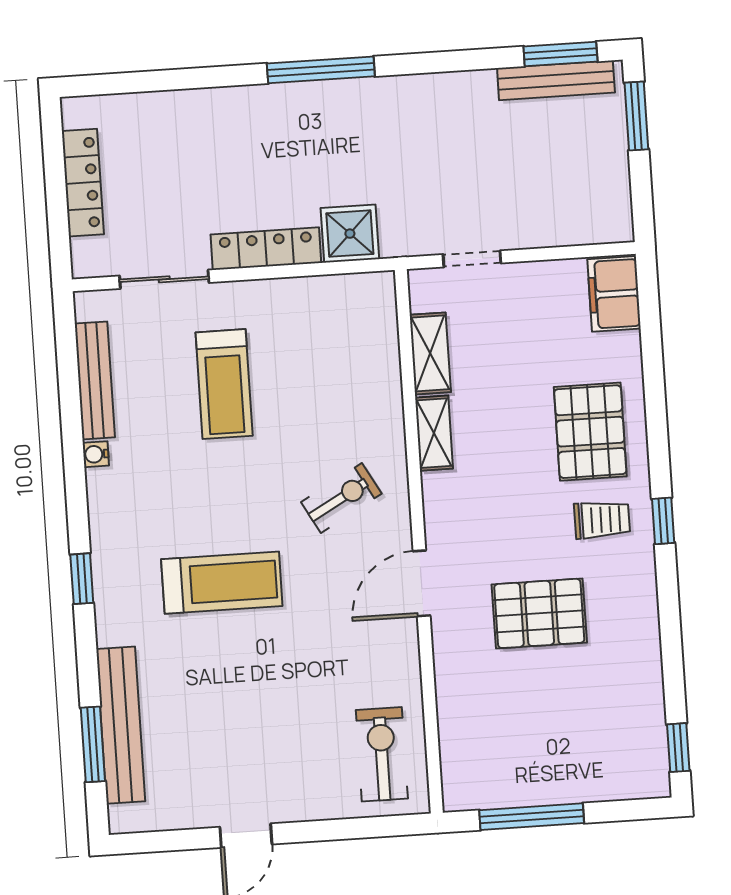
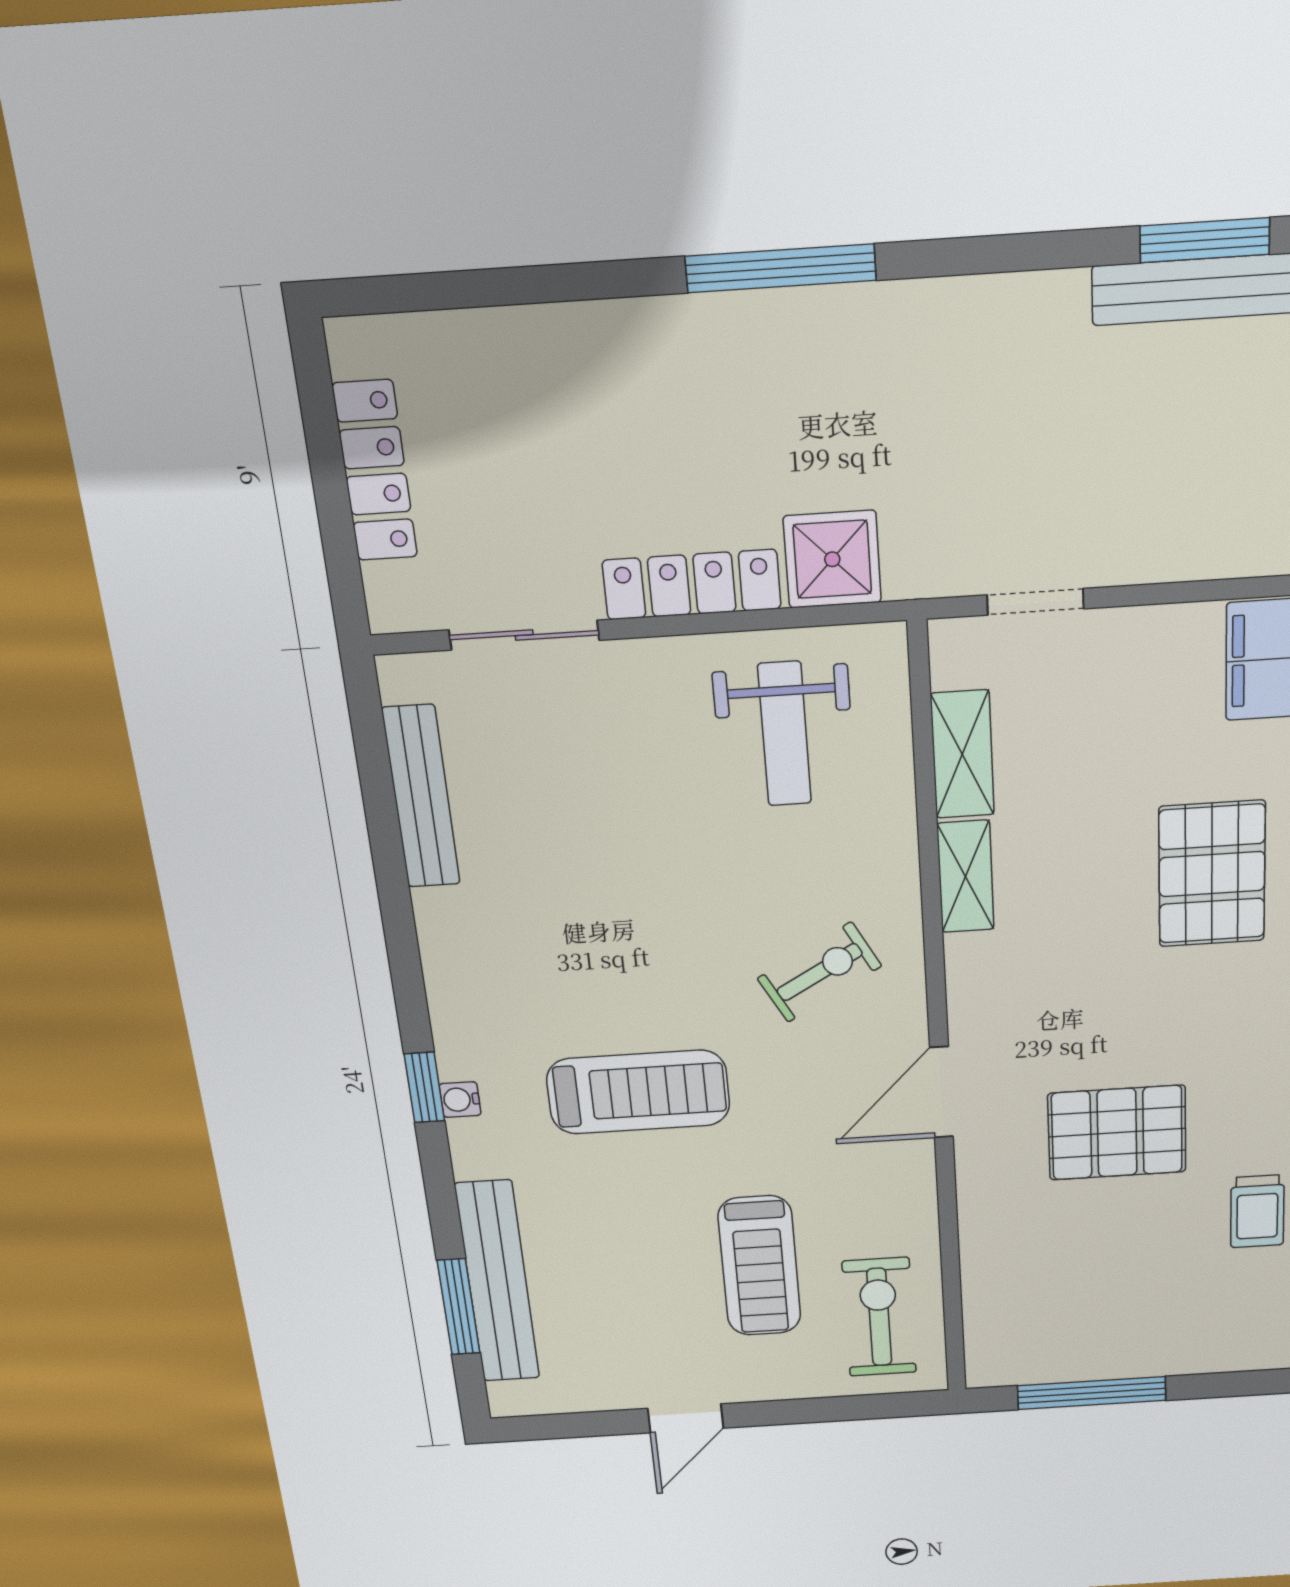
weight bench: (320, 340) -> (785, 734), added
treadmill: (224, 384) -> (759, 1266), moved
water cooler: (96, 454) -> (460, 1100), moved
trolley: (602, 520) -> (1257, 1211), moved, turned 90

